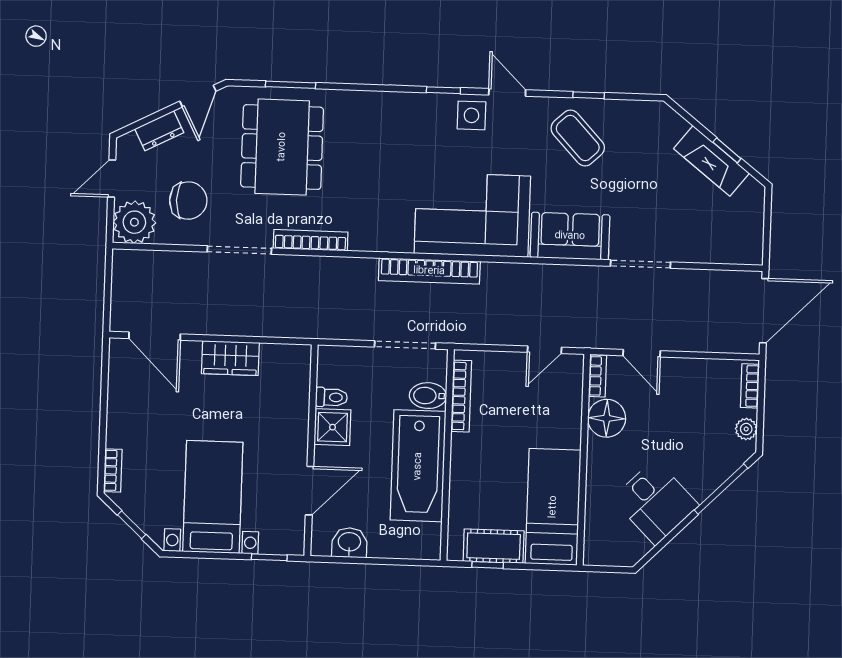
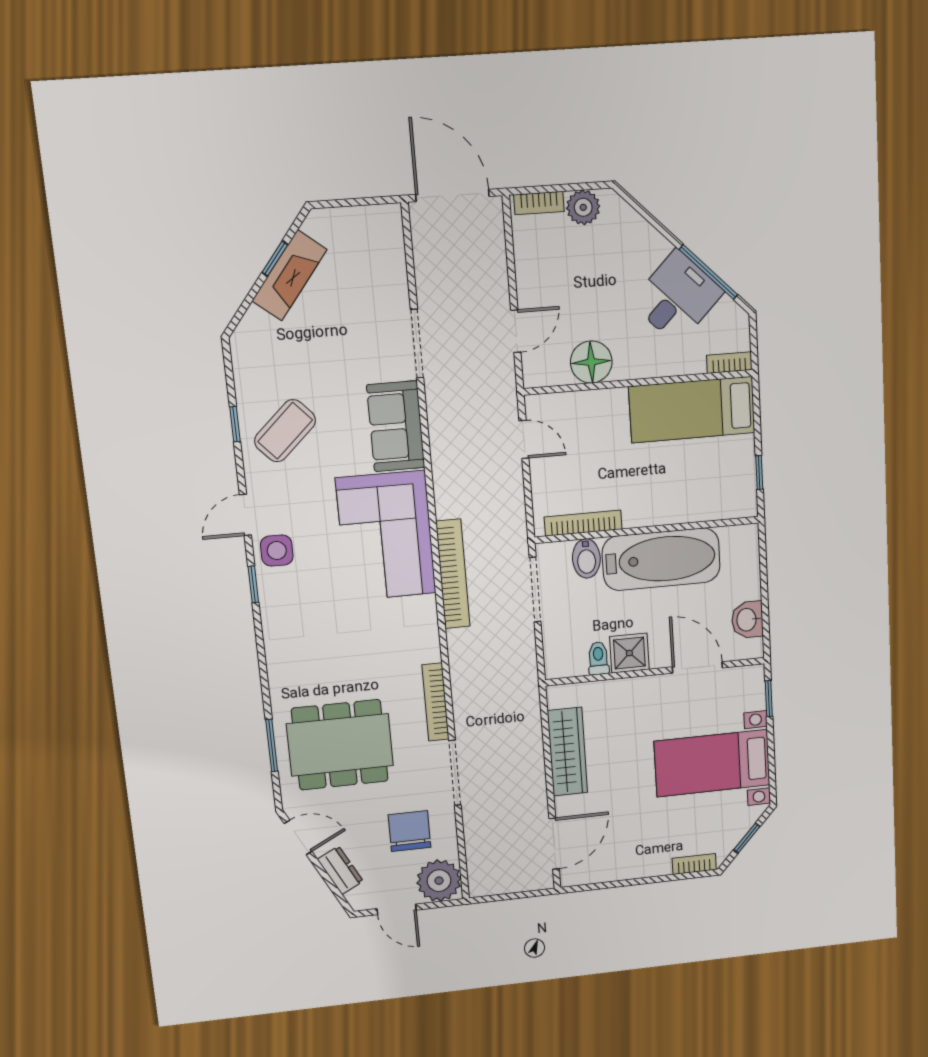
wardrobe: (230, 358) -> (567, 752), width x1.50
bookcase: (598, 376) -> (729, 363), moved
plant: (746, 429) -> (583, 207), width x1.38, depth x1.38
window: (721, 489) -> (709, 272), moved
cot: (494, 546) -> (739, 469), removed

